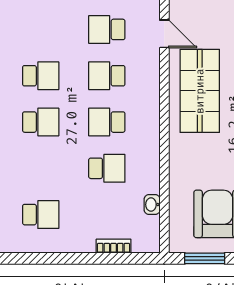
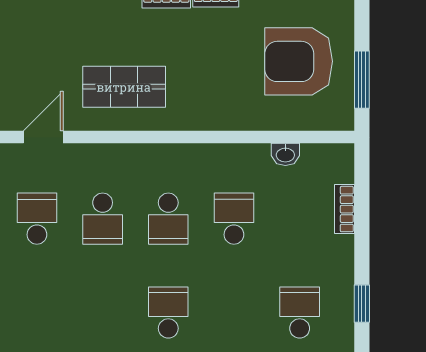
school desk: (107, 29) -> (37, 219), turned 180
school desk: (41, 76) -> (103, 312), removed
shop shelf: (200, 91) -> (124, 87), width x0.70, depth x0.74
window: (47, 258) -> (362, 304), added

